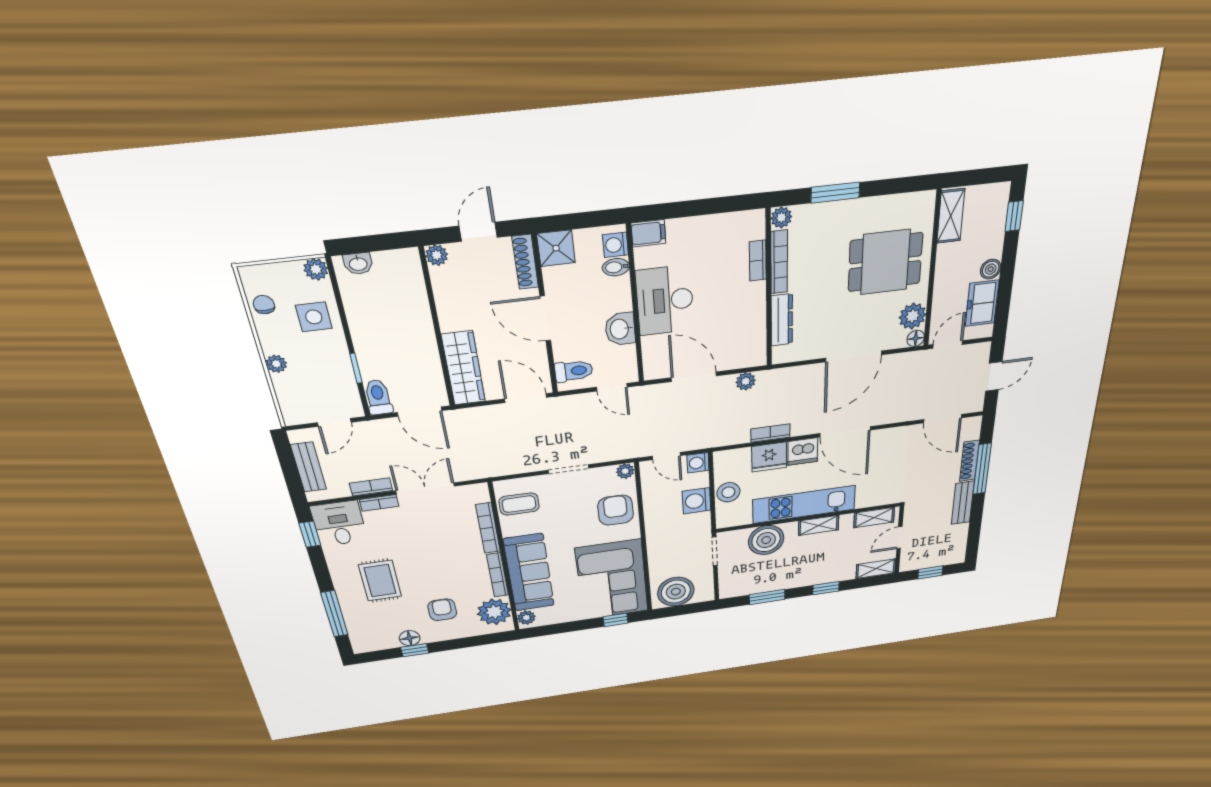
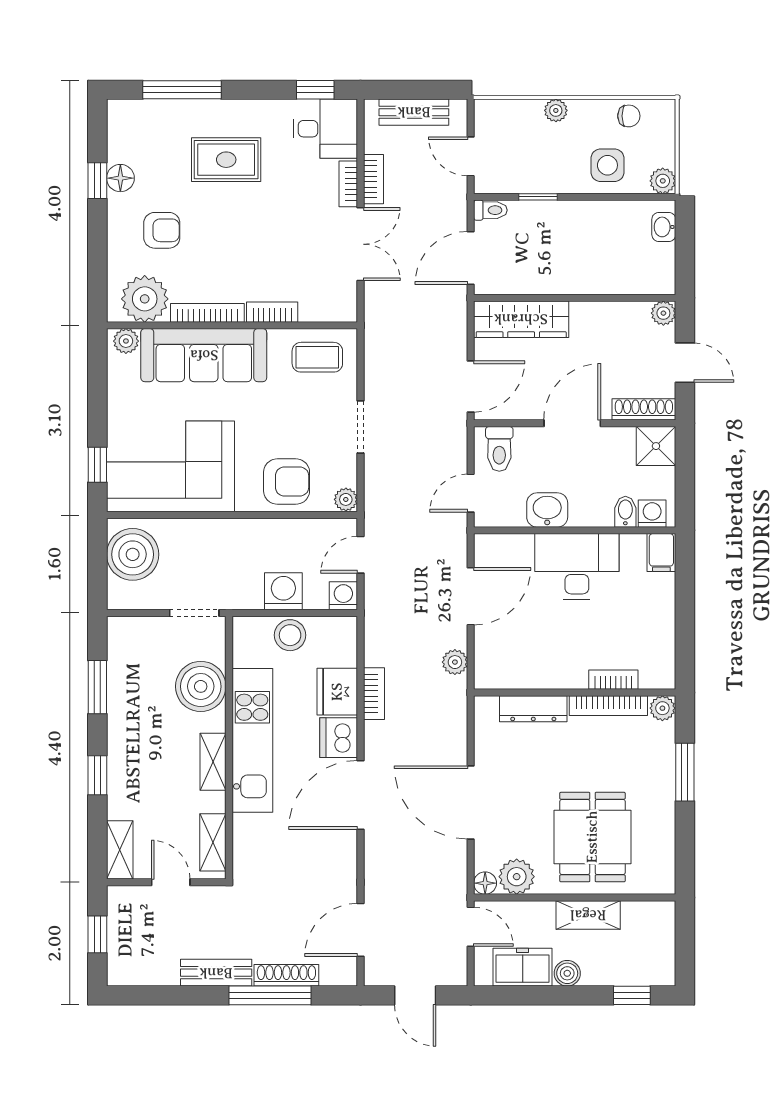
shelving: (951, 216) -> (588, 915), moved
toilet: (378, 397) -> (490, 210), width x0.73, depth x0.72
coffee table: (519, 504) -> (317, 357), turned 90
bookcase: (488, 528) -> (272, 312), width x0.64

